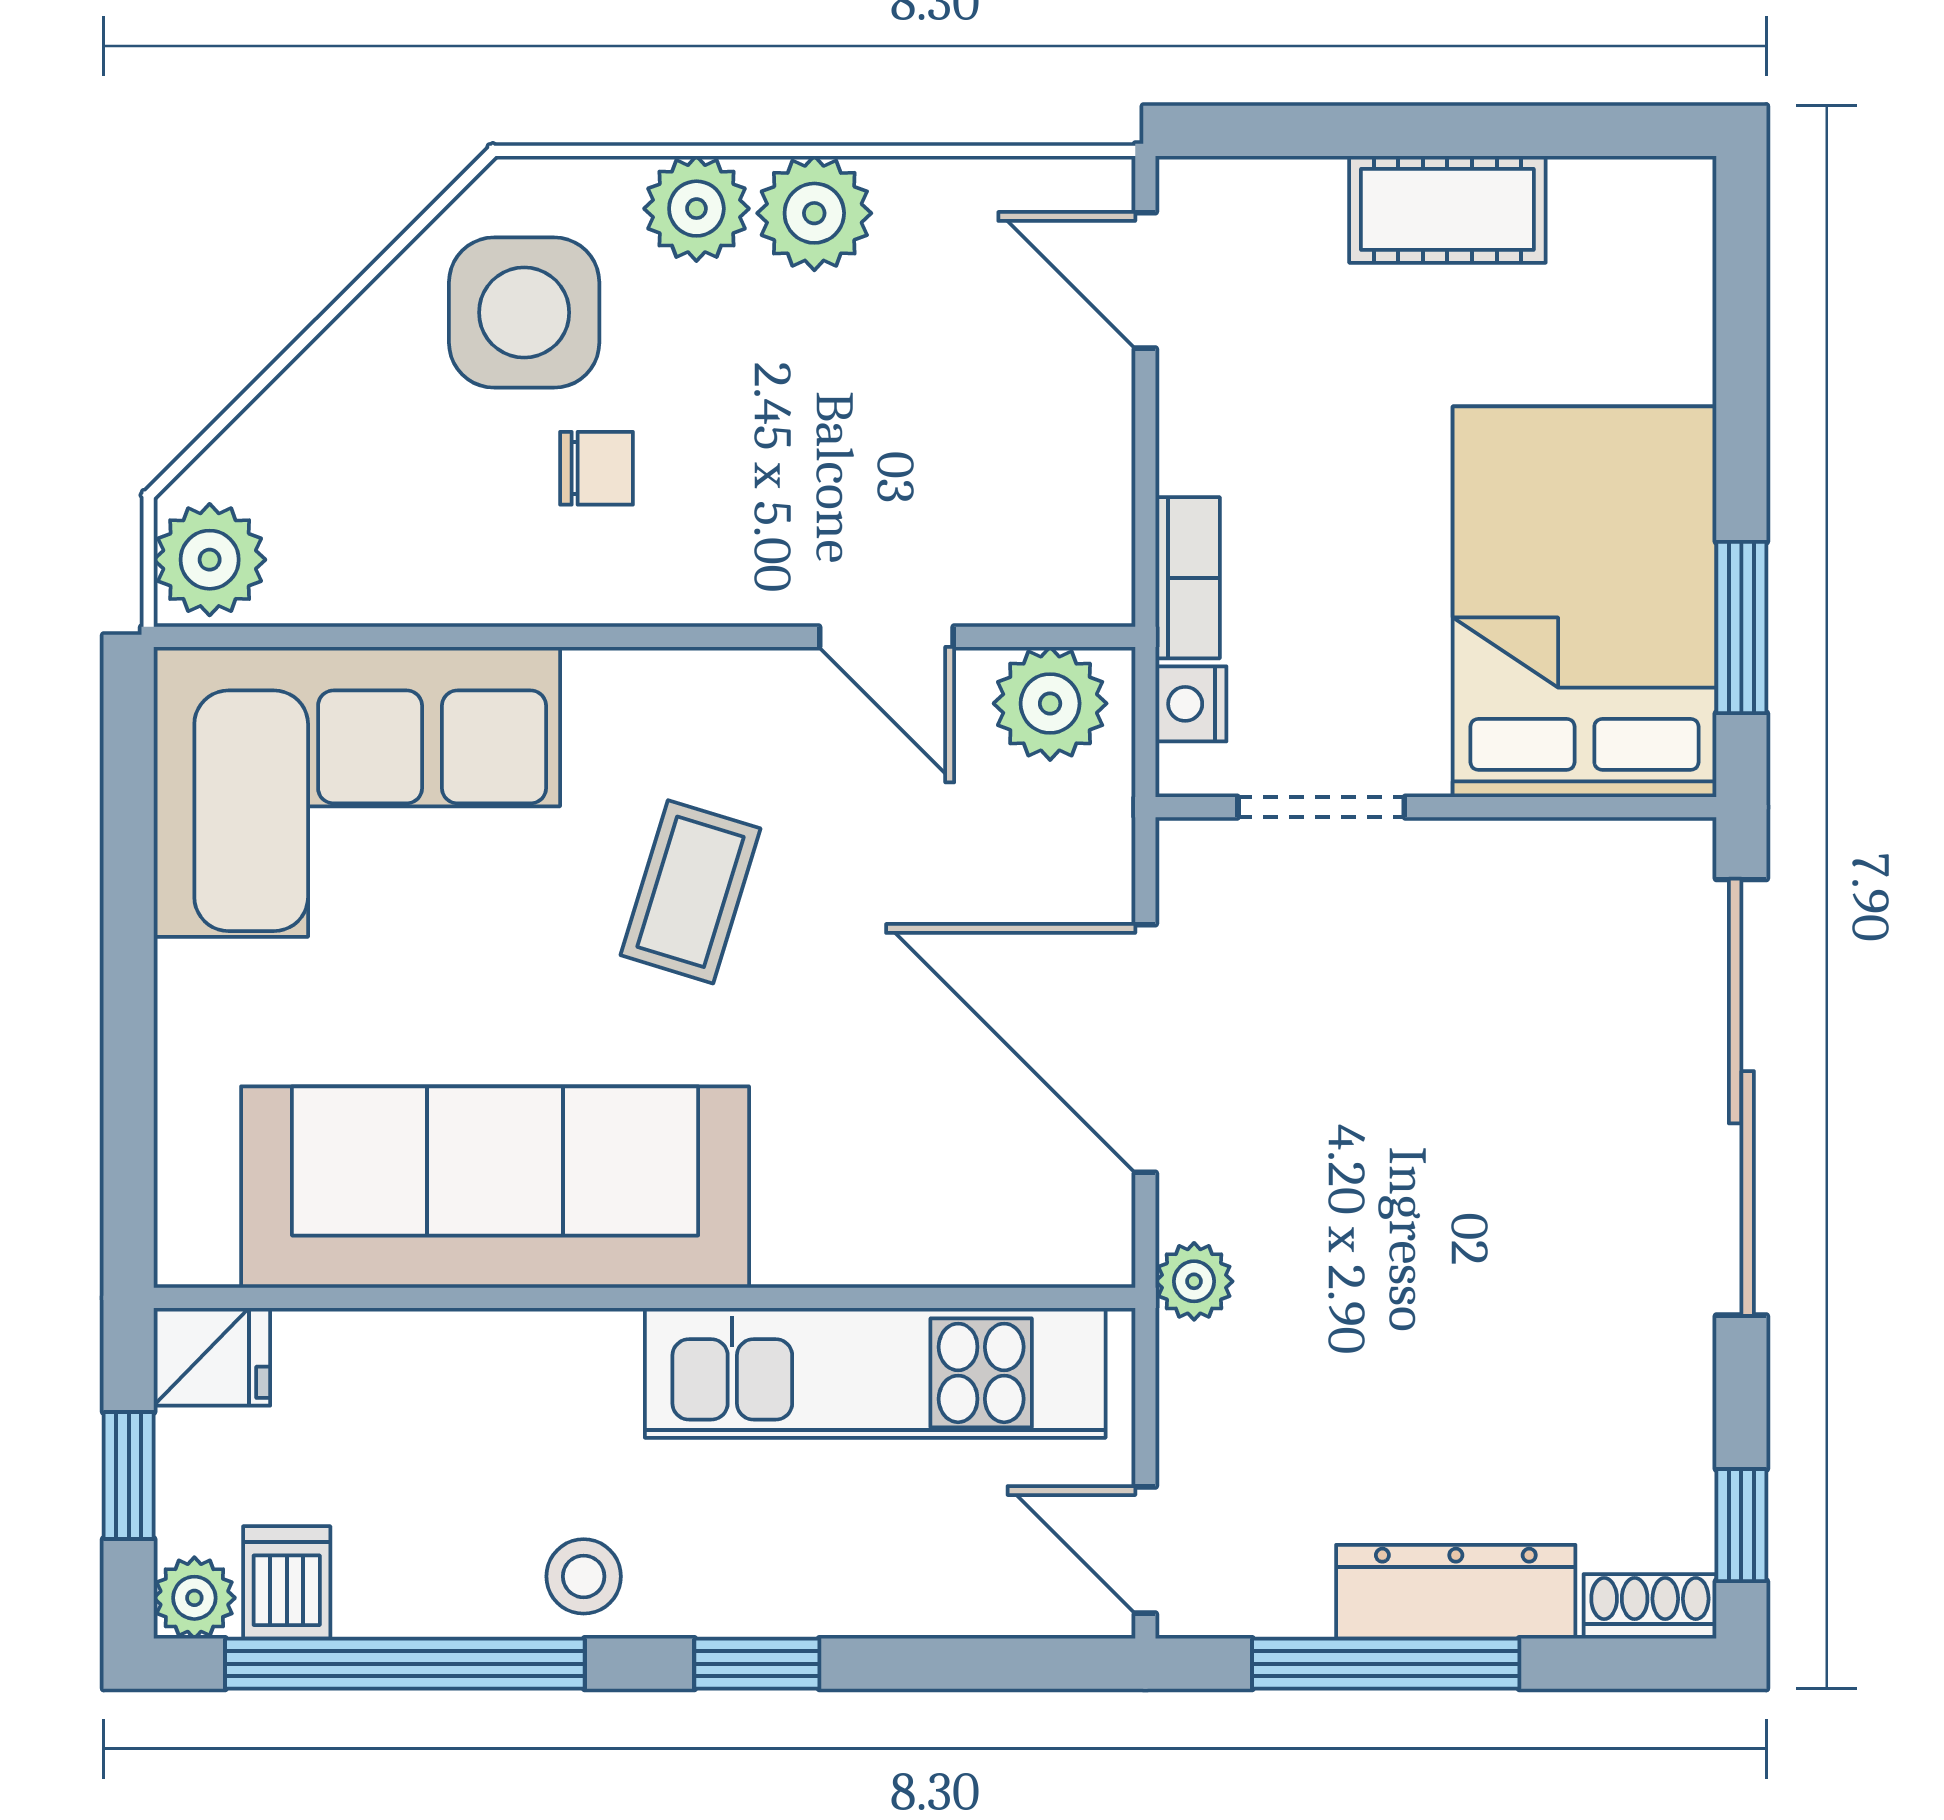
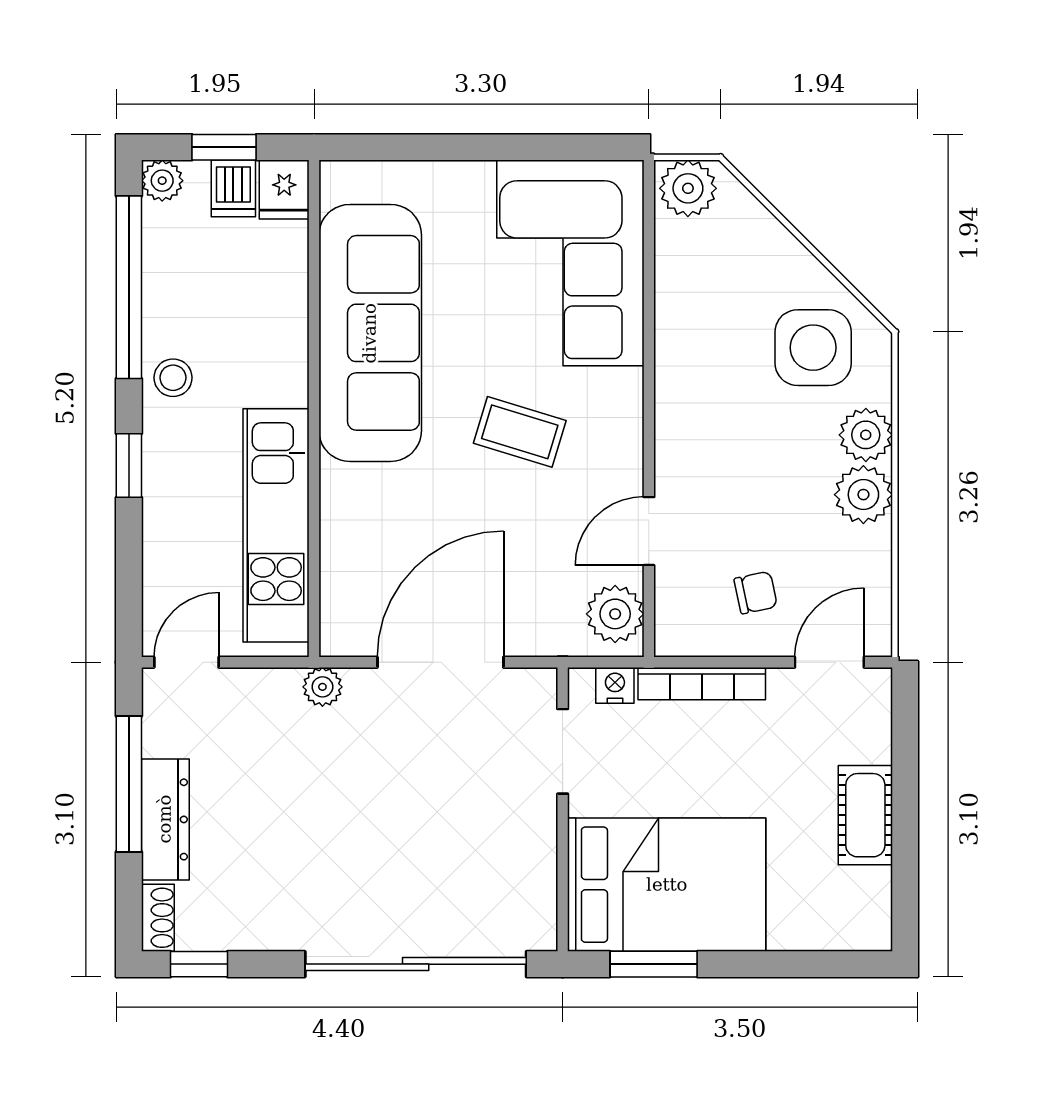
chair: (596, 468) -> (756, 593), moved, turned -102
bookcase: (1188, 578) -> (702, 684), width x1.56
dishwasher: (287, 1582) -> (233, 188), moved, turned 90

